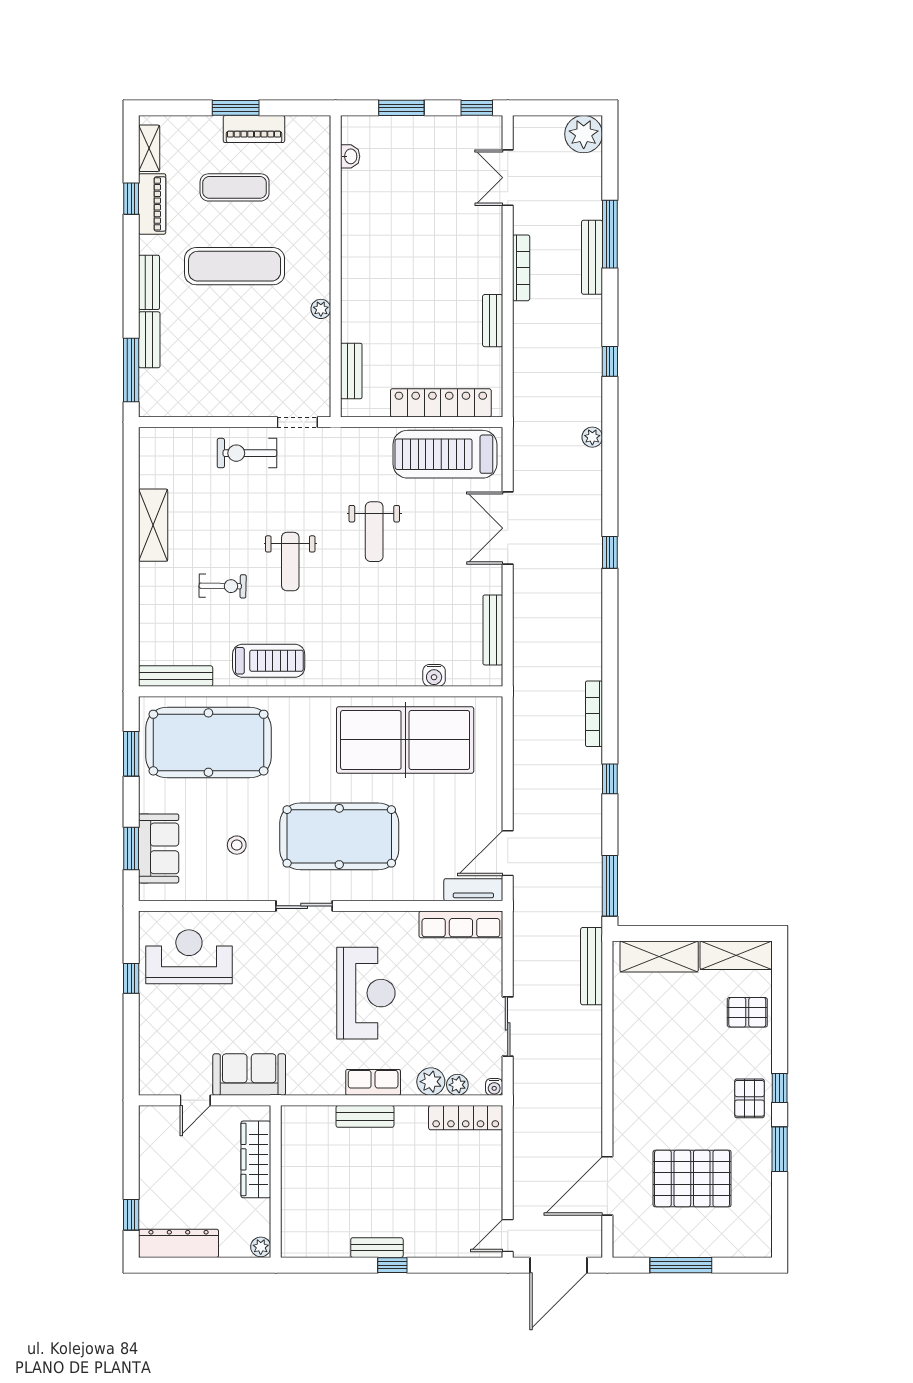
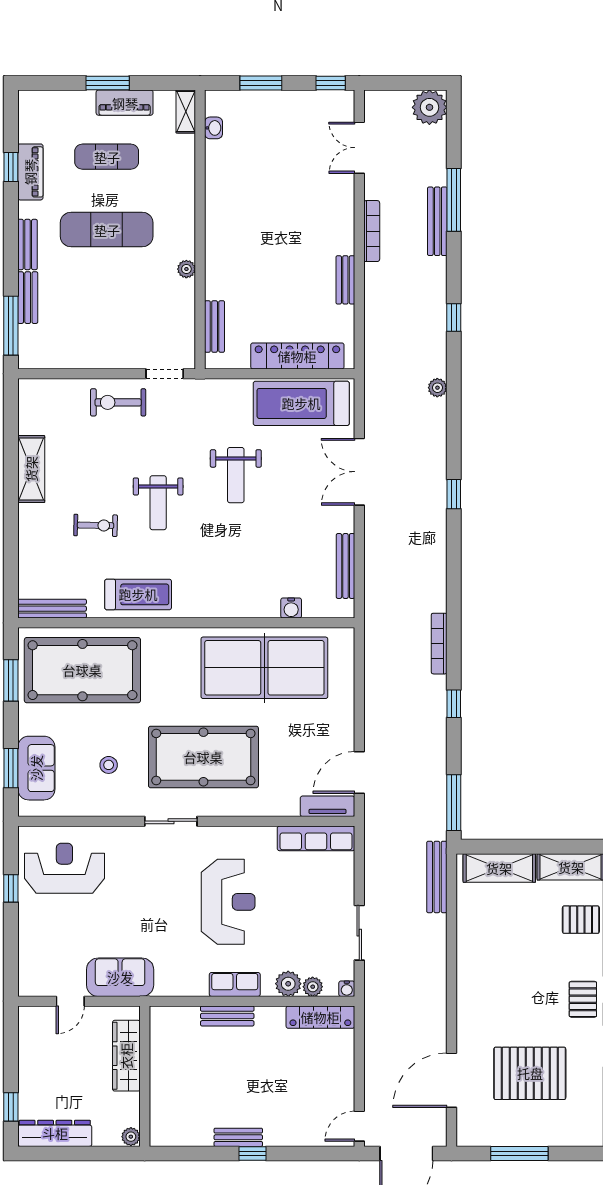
shelving: (149, 148) -> (186, 111), moved

